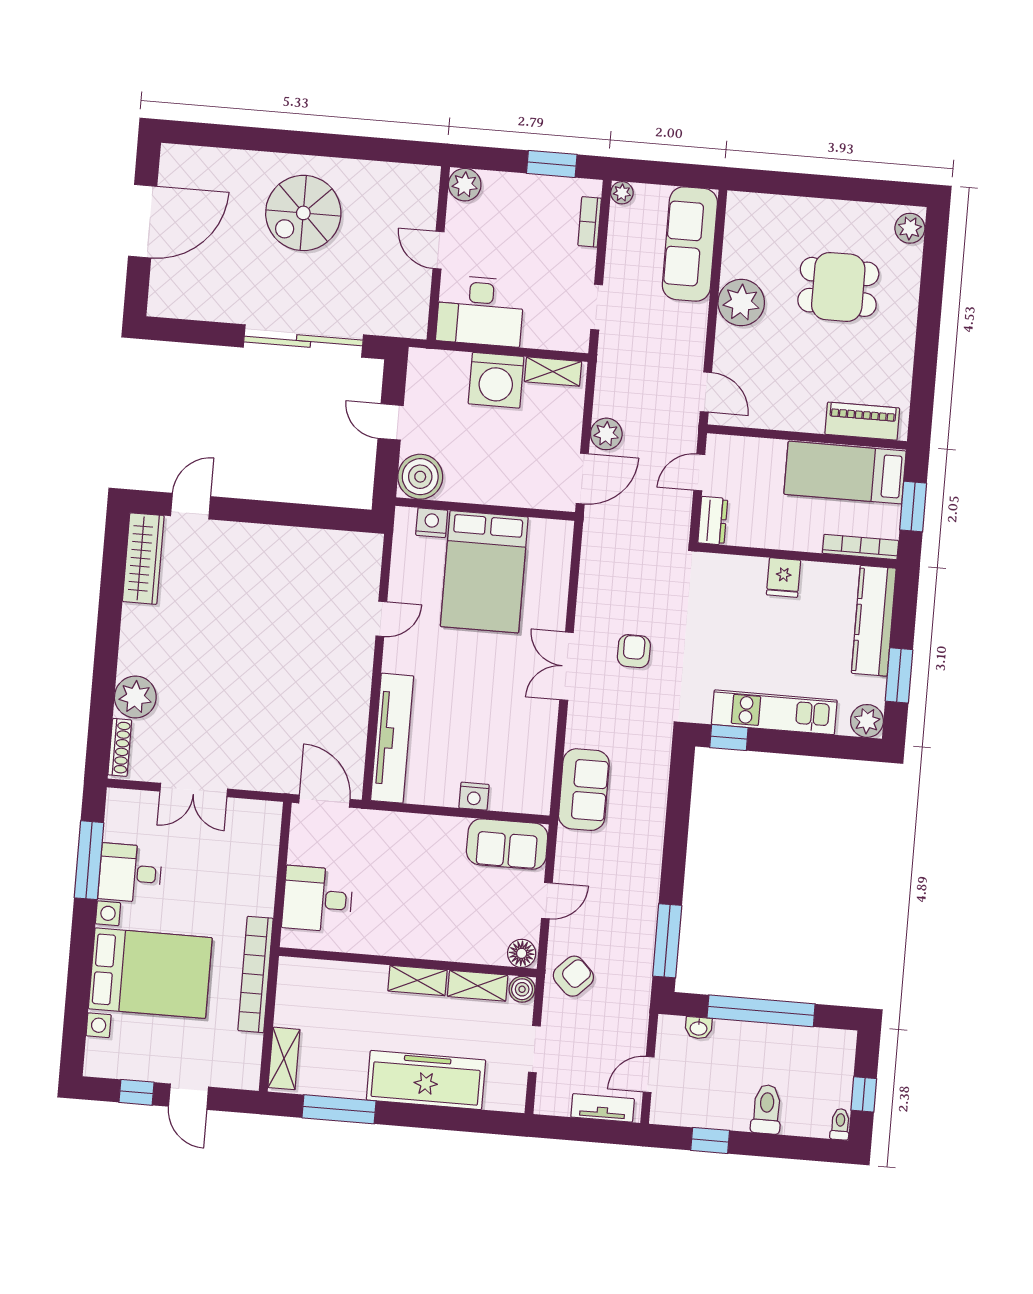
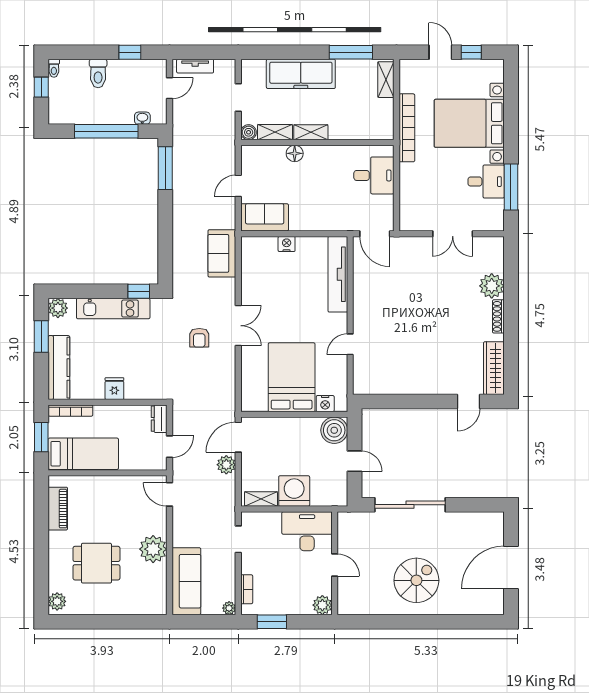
piano: (862, 421) -> (58, 509), moved, turned -90
shoe rack: (120, 747) -> (498, 316), moved
double door: (194, 790) -> (453, 234), swing flipped
floor lamp: (522, 953) -> (295, 153), moved
armchair: (573, 976) -> (219, 143), removed

